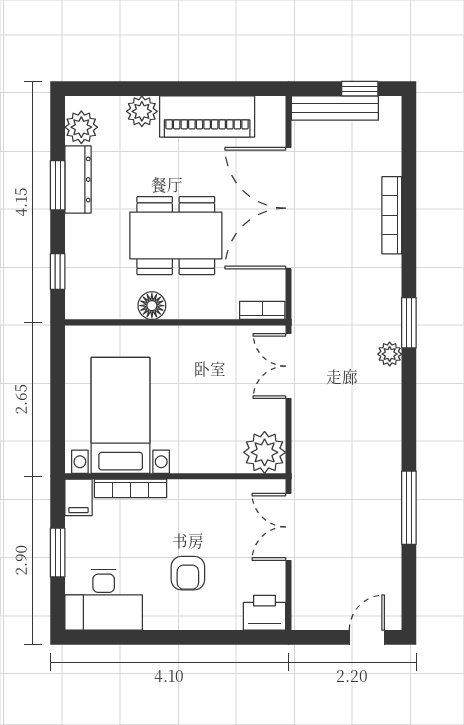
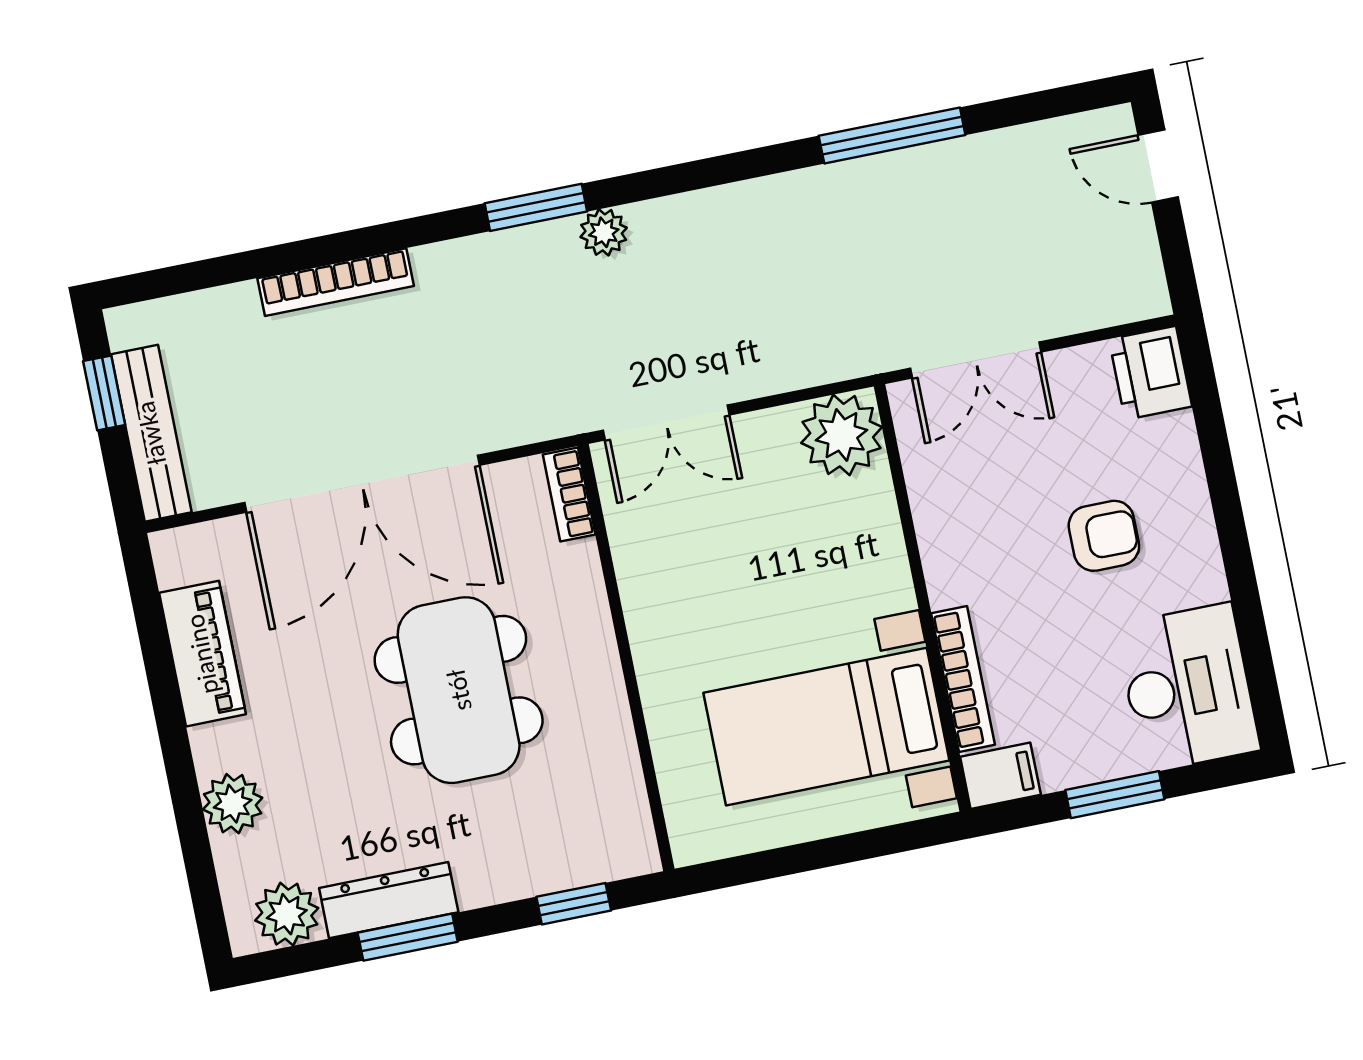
piano: (207, 116) -> (202, 654), width x0.73, depth x0.75
floor lamp: (152, 306) -> (603, 709), removed

